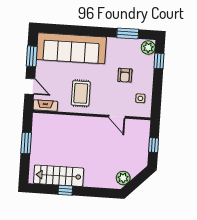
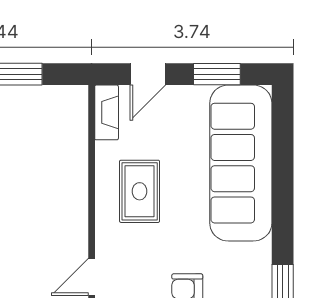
rug: (81, 93) -> (140, 191), turned 90

